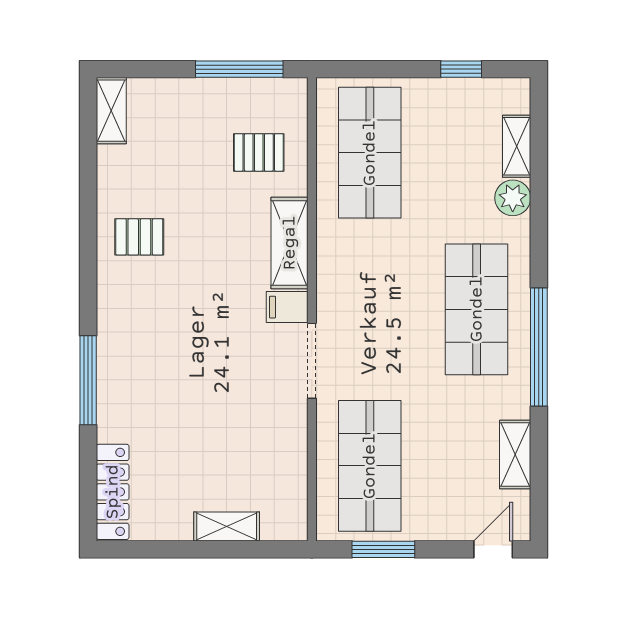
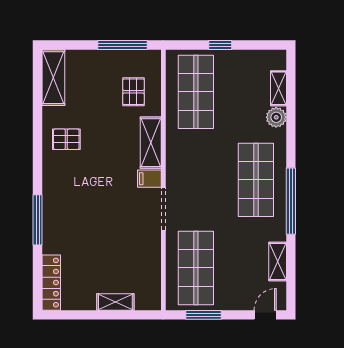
window: (461, 69) -> (220, 45), moved
shelving: (111, 111) -> (53, 78), width x1.50, depth x1.33
pallet: (259, 152) -> (133, 92), turned 90

